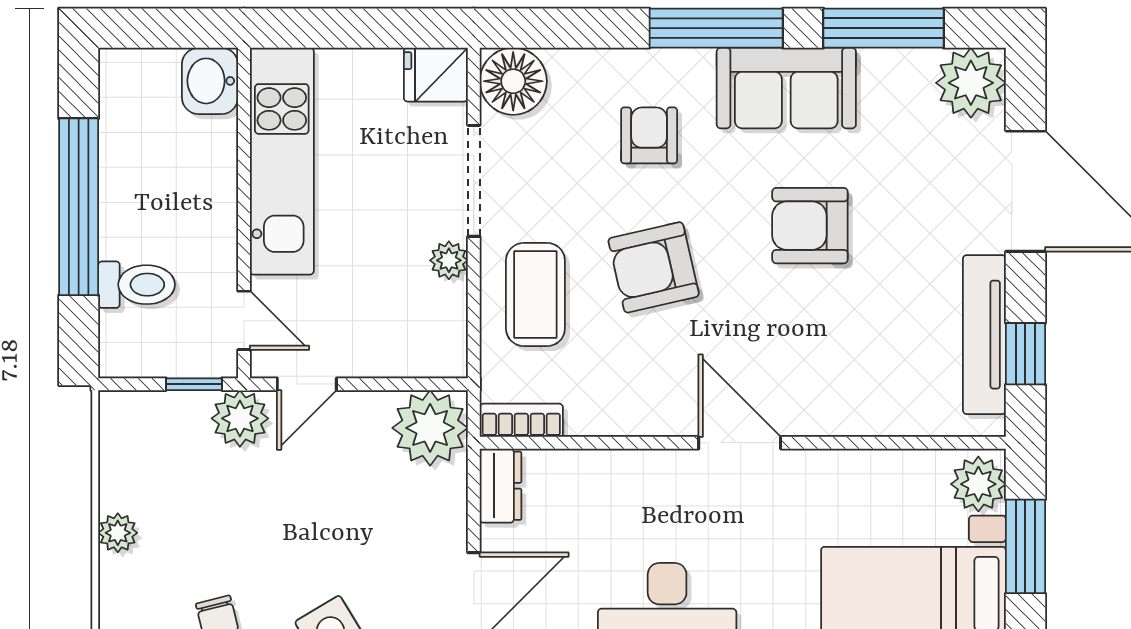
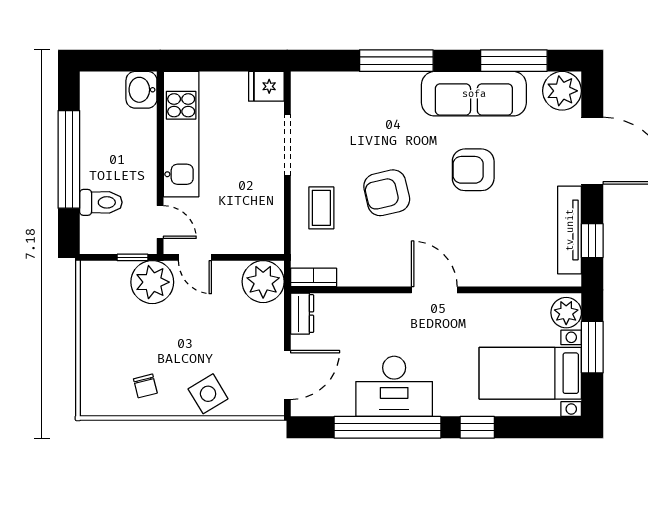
window: (716, 28) -> (396, 61), moved
floor lamp: (513, 81) -> (309, 90), removed
sofa: (786, 88) -> (474, 94), width x1.36
armchair: (649, 135) -> (384, 120), removed
plant: (449, 260) -> (274, 189), removed
coffee table: (535, 295) -> (321, 208), width x0.73, depth x0.77
door: (307, 384) -> (195, 257), hinge flipped
plant: (240, 418) -> (152, 282), width x1.36, depth x1.36
plant: (118, 533) -> (90, 340), removed

